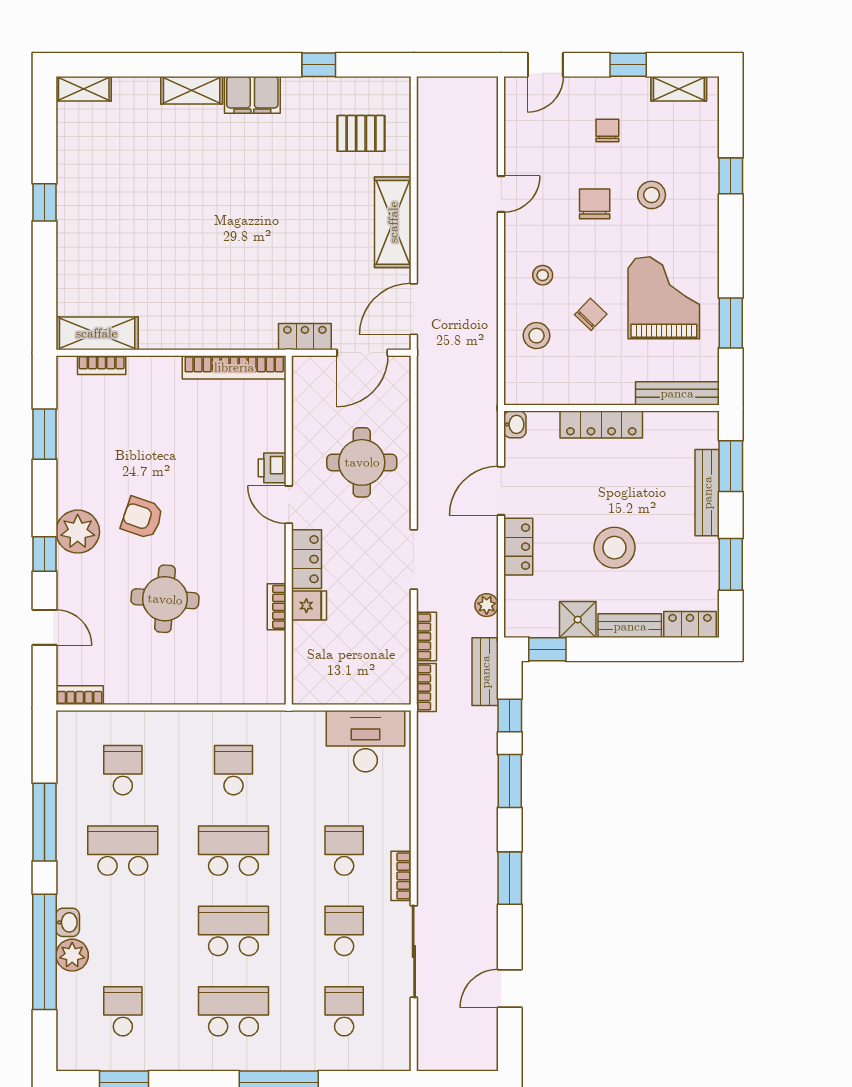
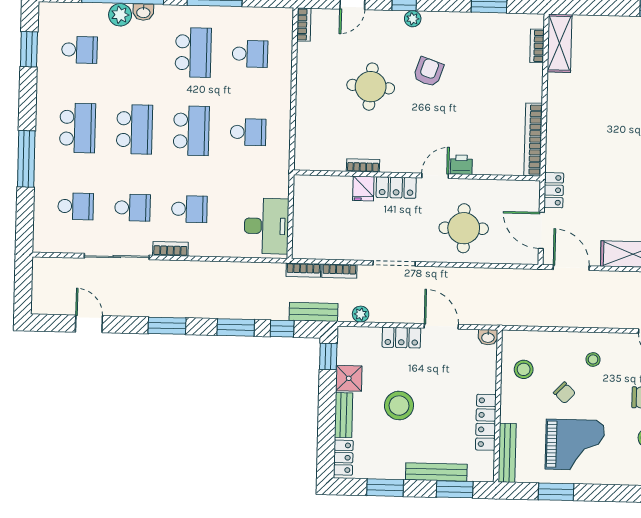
stool: (537, 336) -> (524, 369), moved
locker: (601, 424) -> (486, 422), moved
plant: (78, 532) -> (413, 19), width x0.53, depth x0.53

